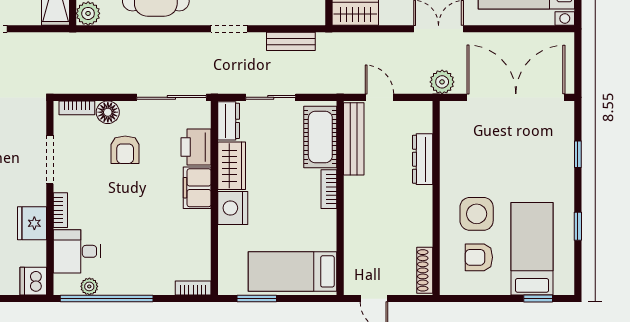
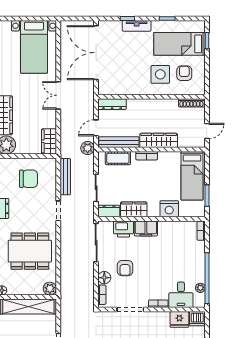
bench: (291, 41) -> (65, 177), width x1.36
plant: (442, 82) -> (88, 148), moved
cot: (320, 137) -> (118, 158), width x0.73, depth x0.75
armchair: (125, 150) -> (125, 268), turned 90
dresser: (423, 159) -> (112, 104), moved
tv unit: (565, 171) -> (137, 26), added
nightstand: (233, 208) -> (169, 209), moved
wardrobe: (357, 211) -> (159, 140), added
fridge: (32, 223) -> (179, 319), moved
armchair: (479, 257) -> (184, 73), turned 180

